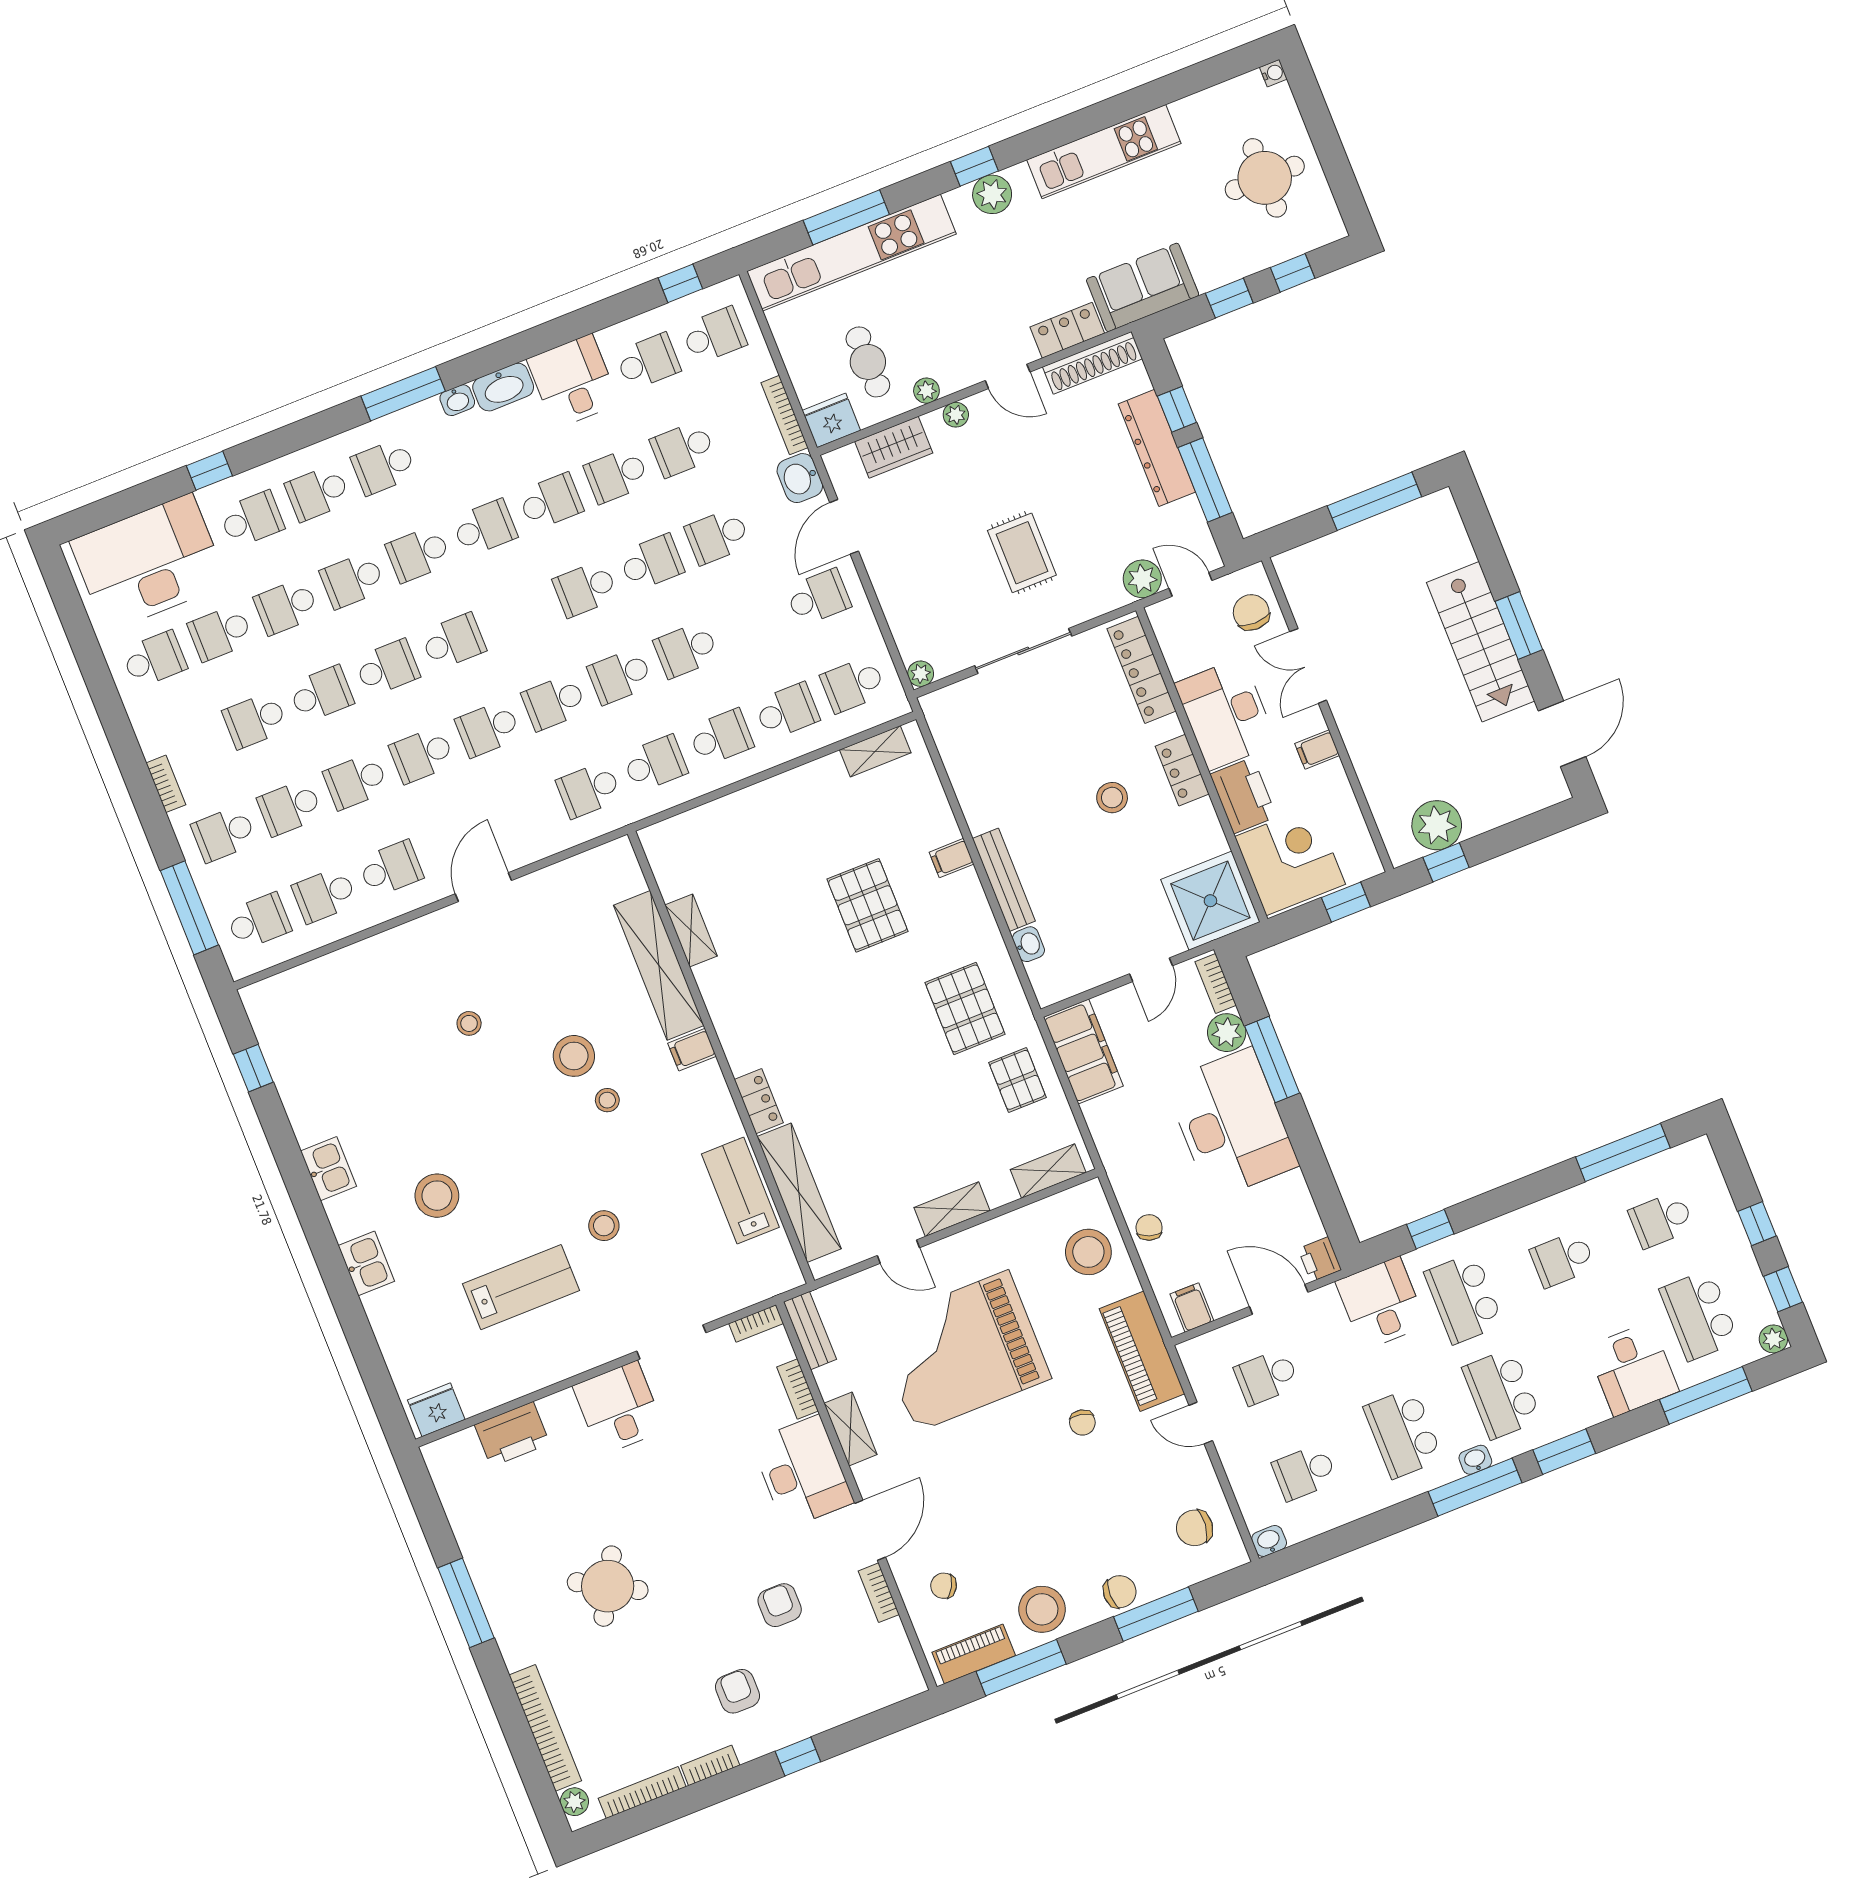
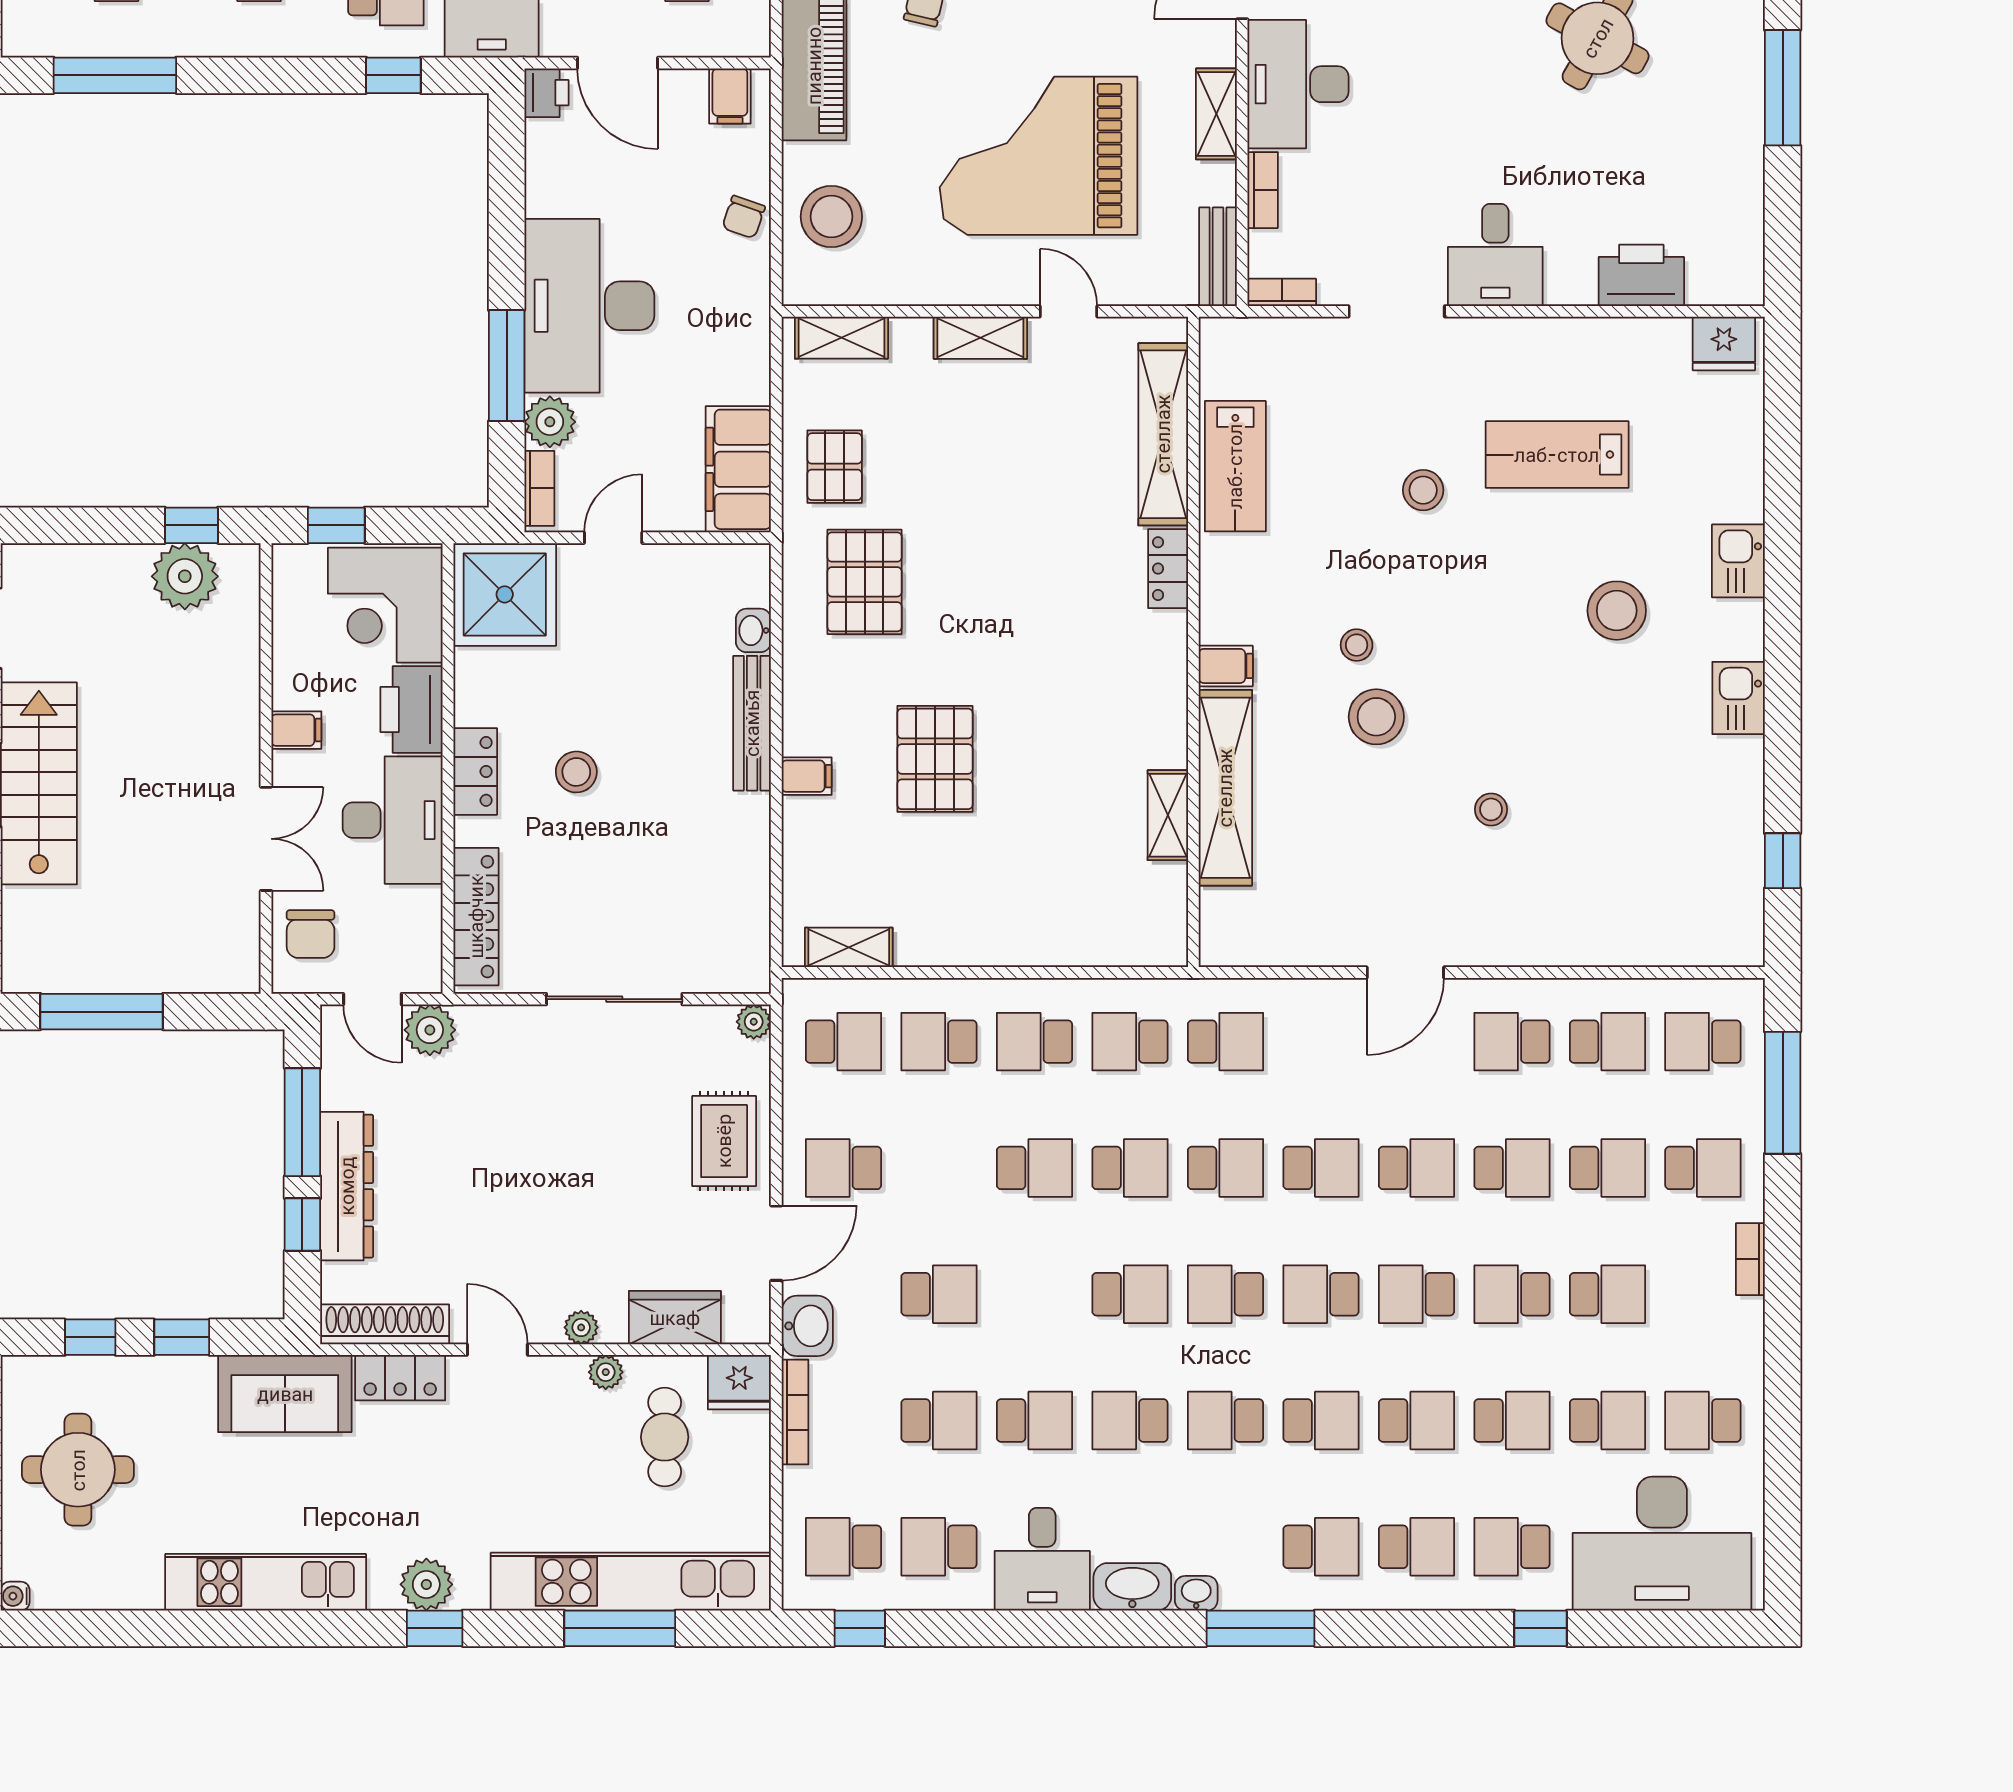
rug: (1022, 553) -> (724, 1141), moved
school desk: (651, 563) -> (1225, 1294), moved
grand piano: (962, 1351) -> (1038, 156), turned 180

